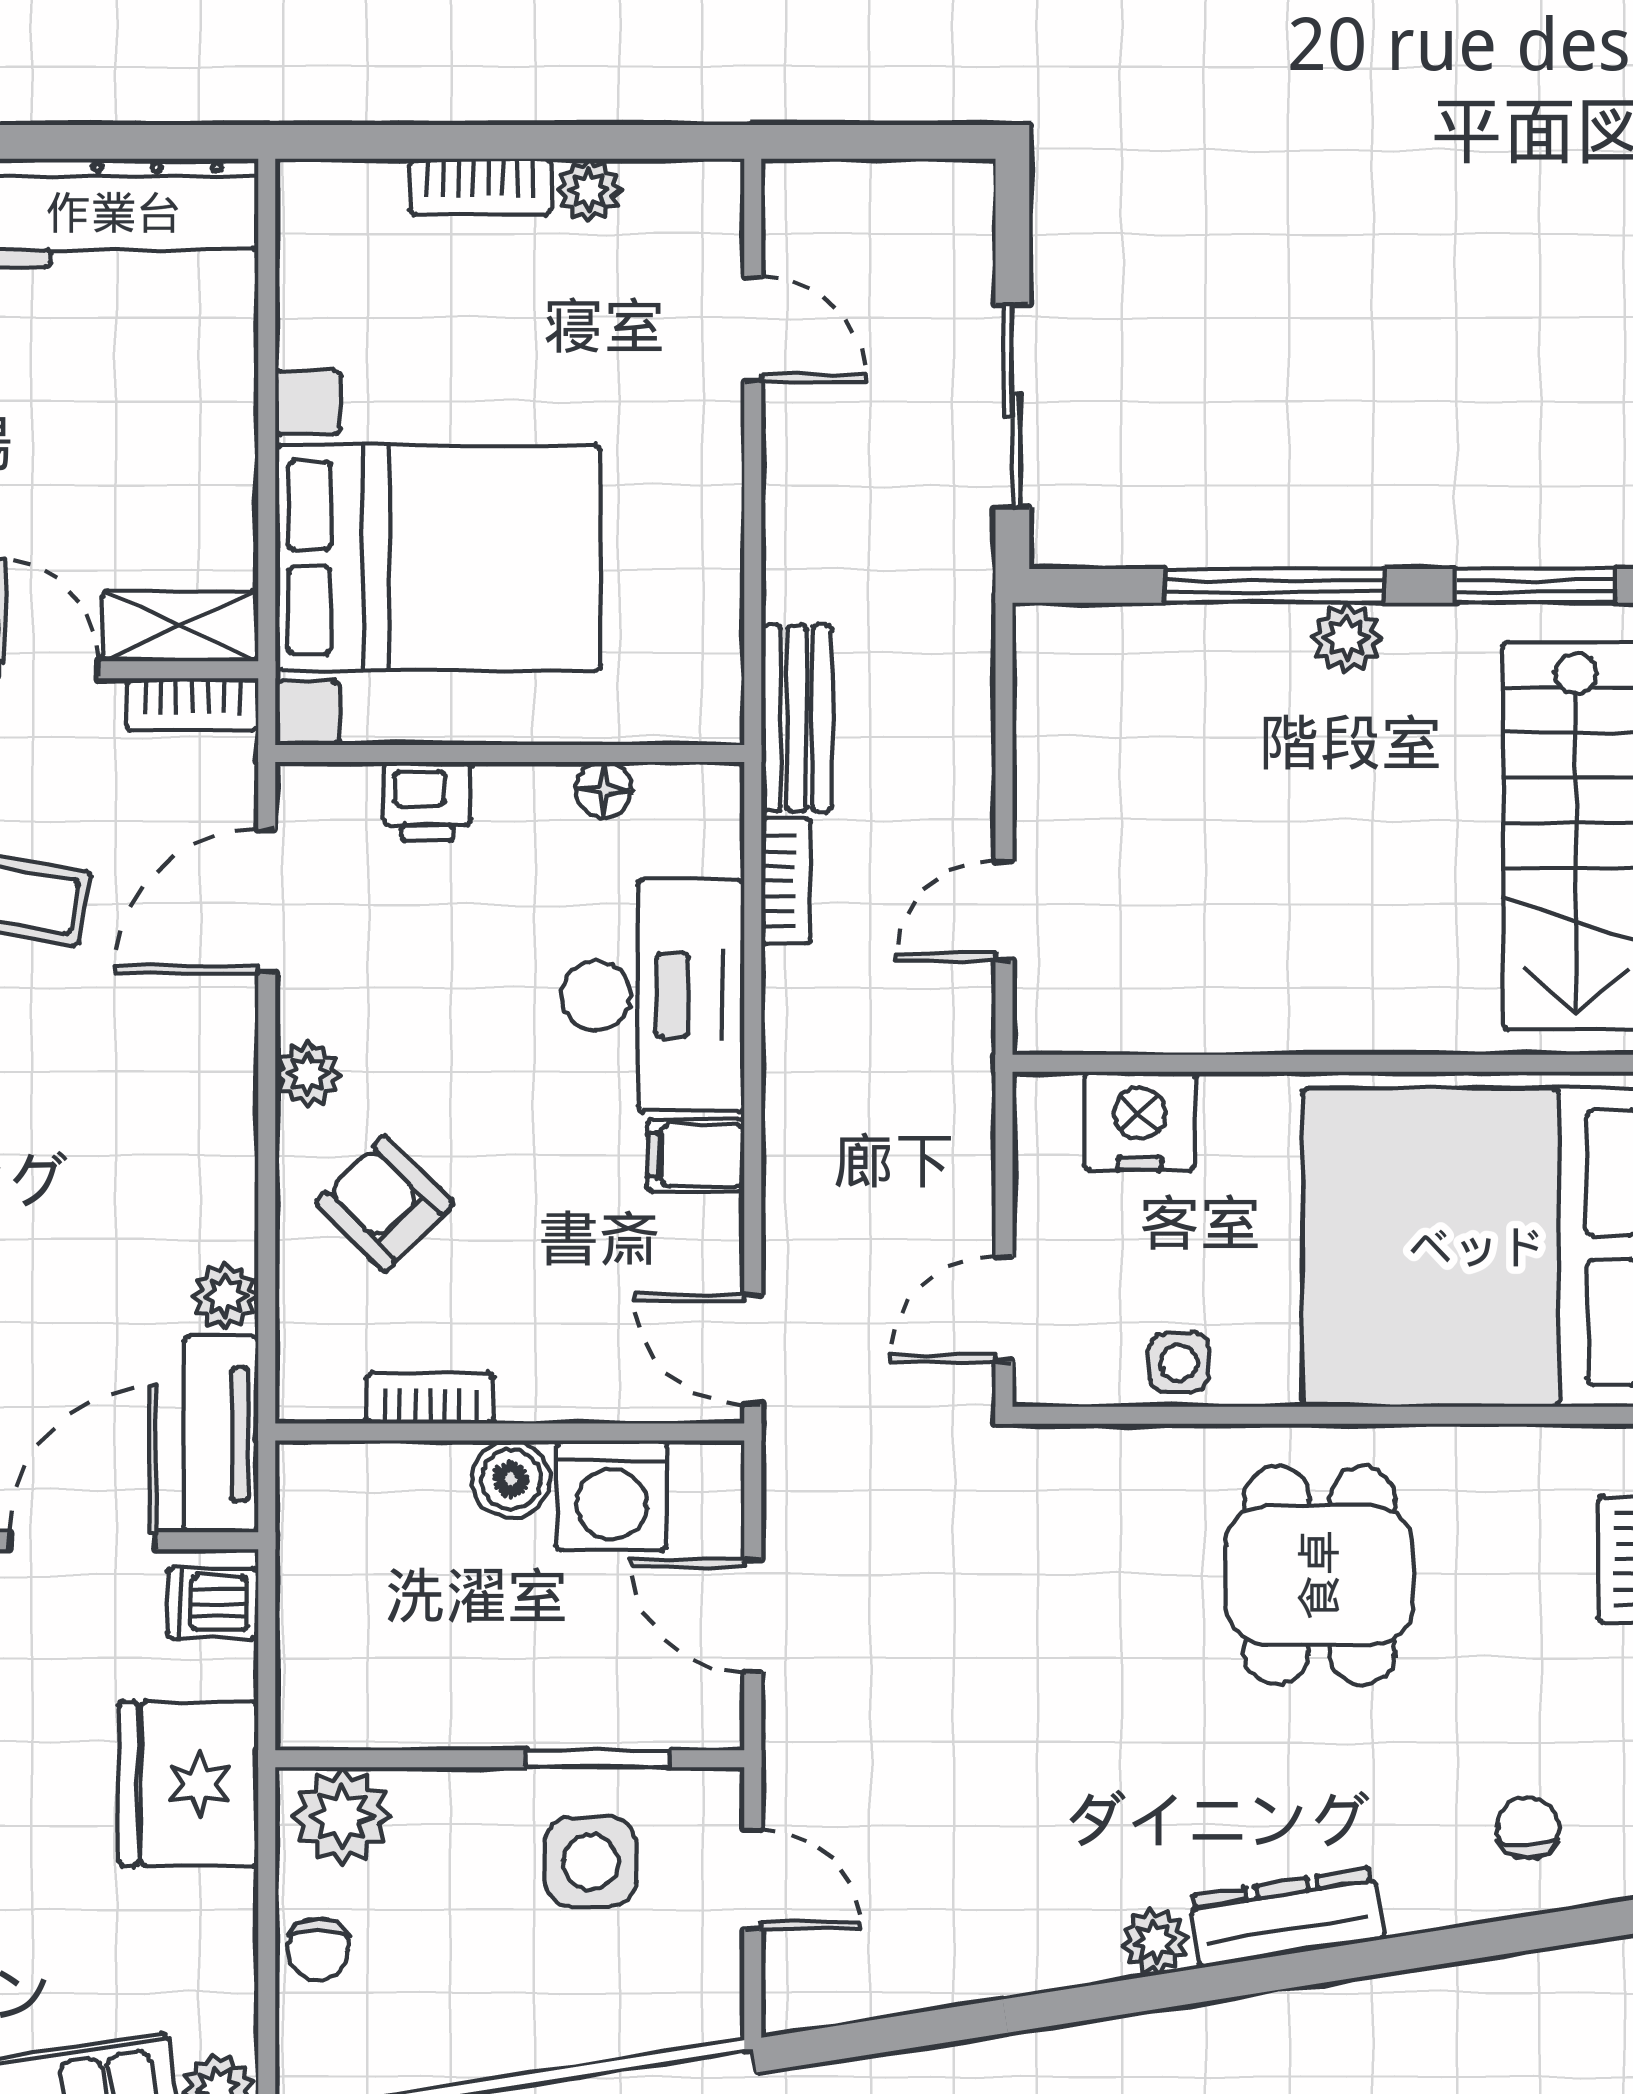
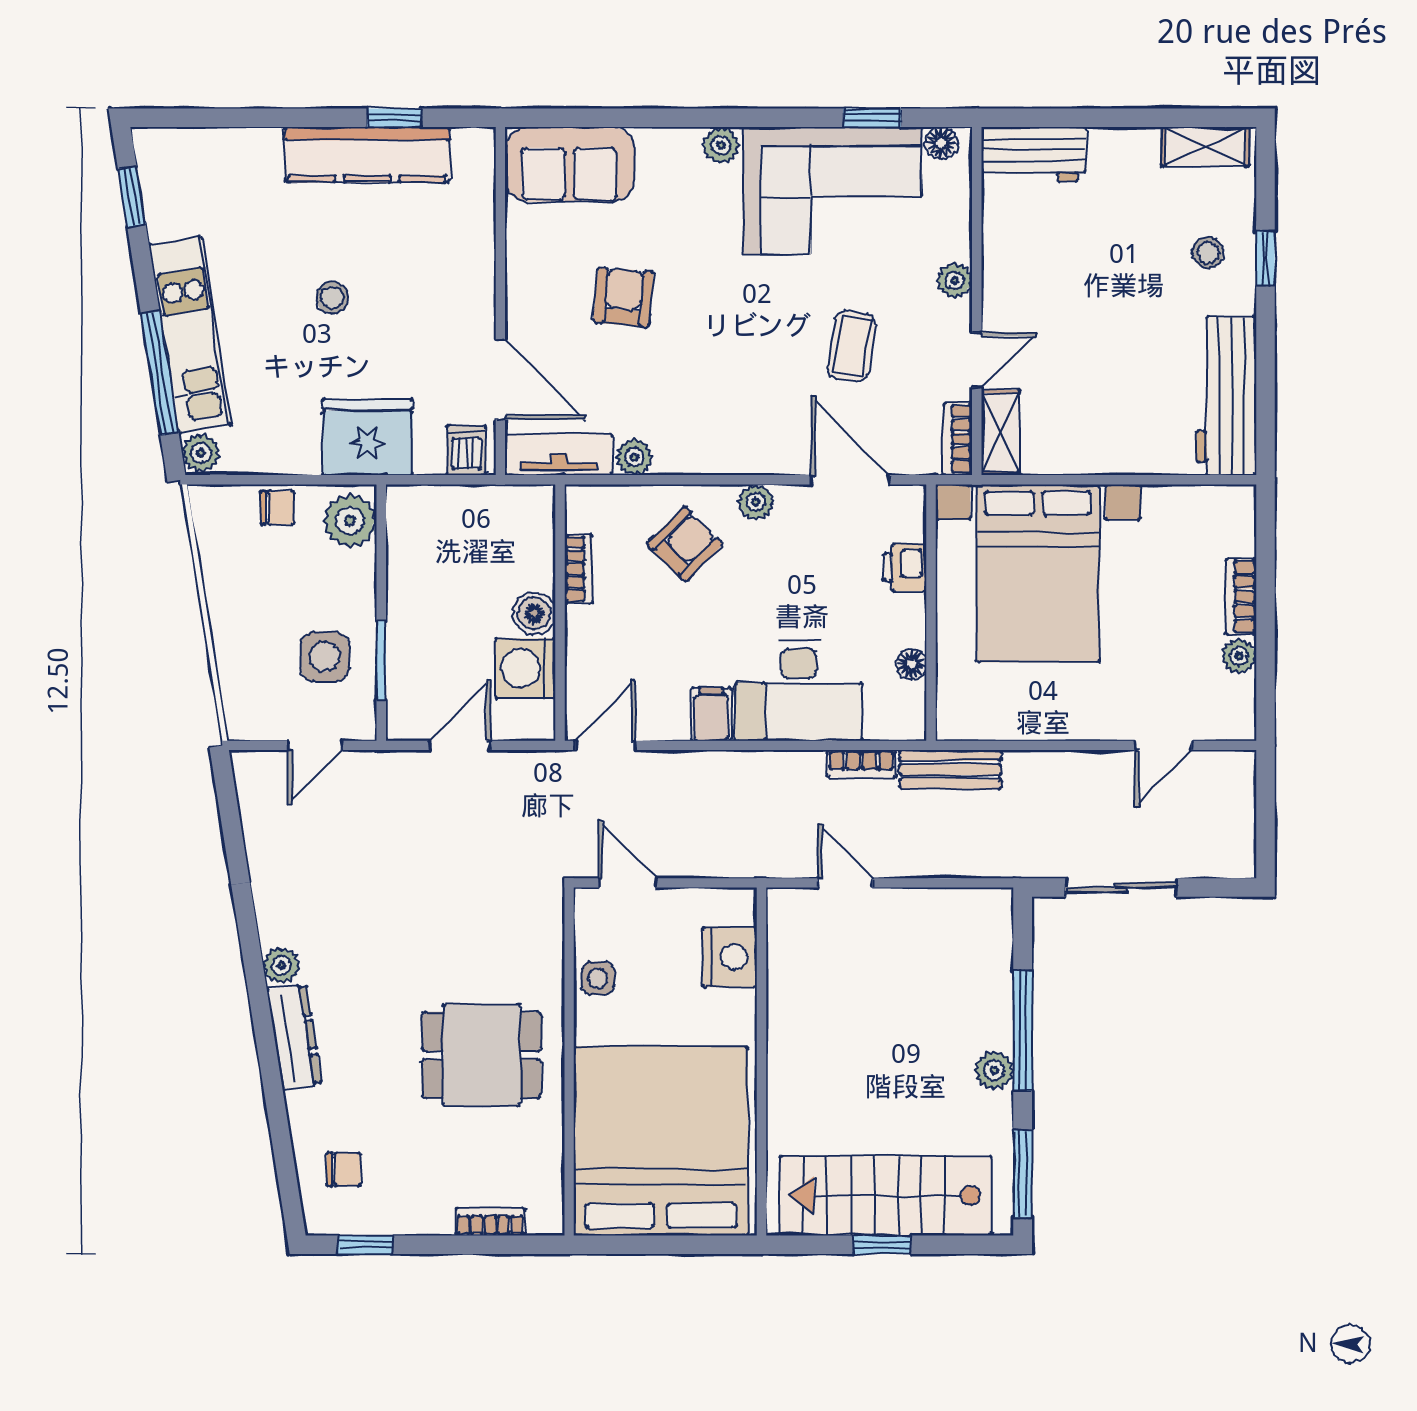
chair: (318, 1949) -> (277, 508), turned 180

